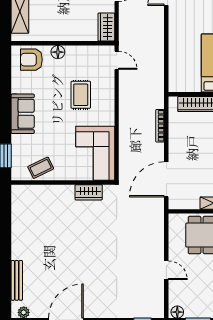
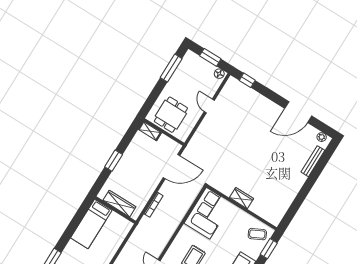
coffee table: (41, 168) -> (257, 234), moved
wardrobe: (89, 192) -> (242, 198), moved

